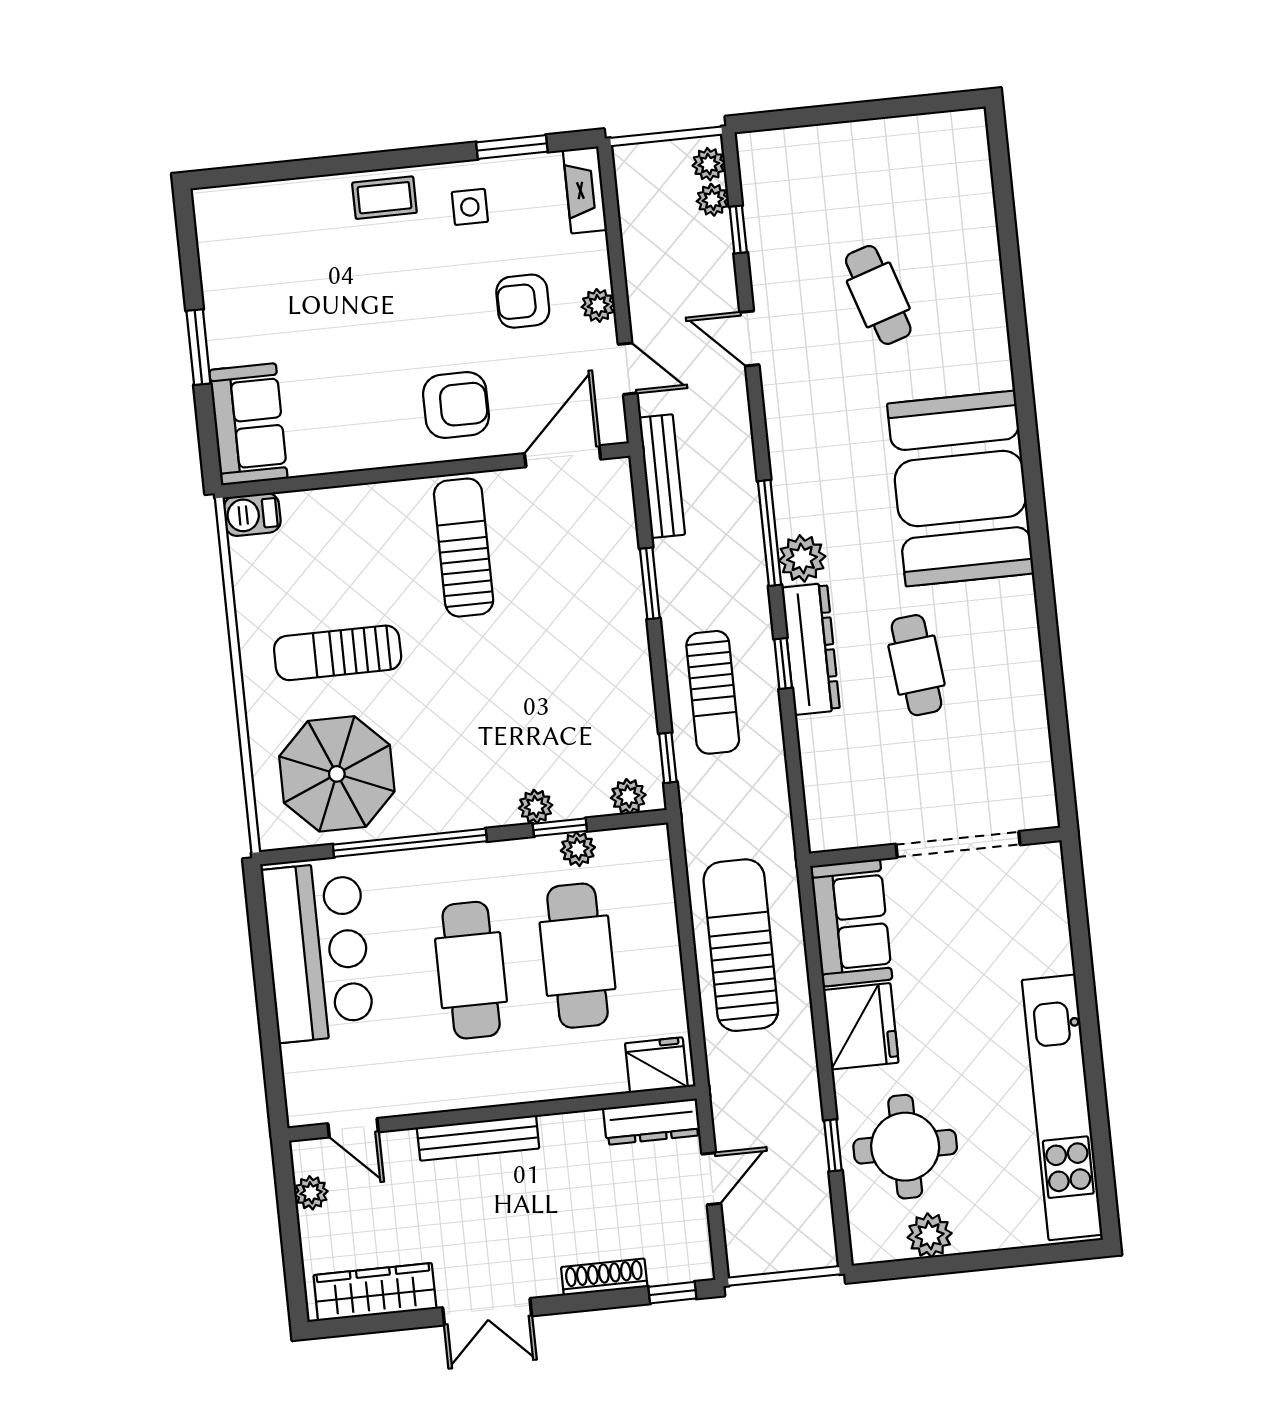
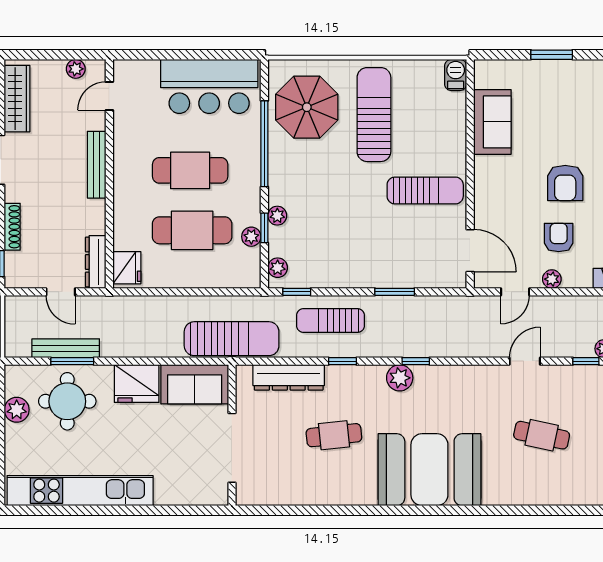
cafe table: (878, 295) -> (542, 435), turned 30
armchair: (456, 405) -> (565, 183), moved
sofa: (248, 424) -> (492, 122), moved, turned -90
bench: (662, 476) -> (66, 348), moved
window: (770, 533) -> (416, 361), width x0.46
dresser: (811, 649) -> (289, 377), moved
sun lounger: (338, 653) -> (374, 115), width x1.36, depth x1.34
sun lounger: (741, 945) -> (232, 339), moved
window: (833, 1145) -> (72, 361), width x1.50

